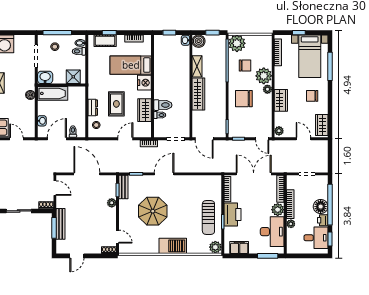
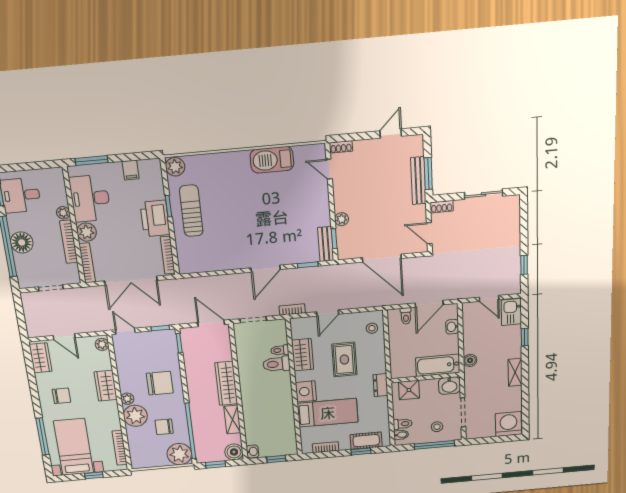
dresser: (93, 108) -> (380, 385), moved
parasol: (153, 211) -> (278, 212), removed
printer: (323, 220) -> (15, 222), removed
barbecue: (173, 246) -> (272, 160), moved
filing cabinet: (239, 248) -> (131, 170), width x0.50

